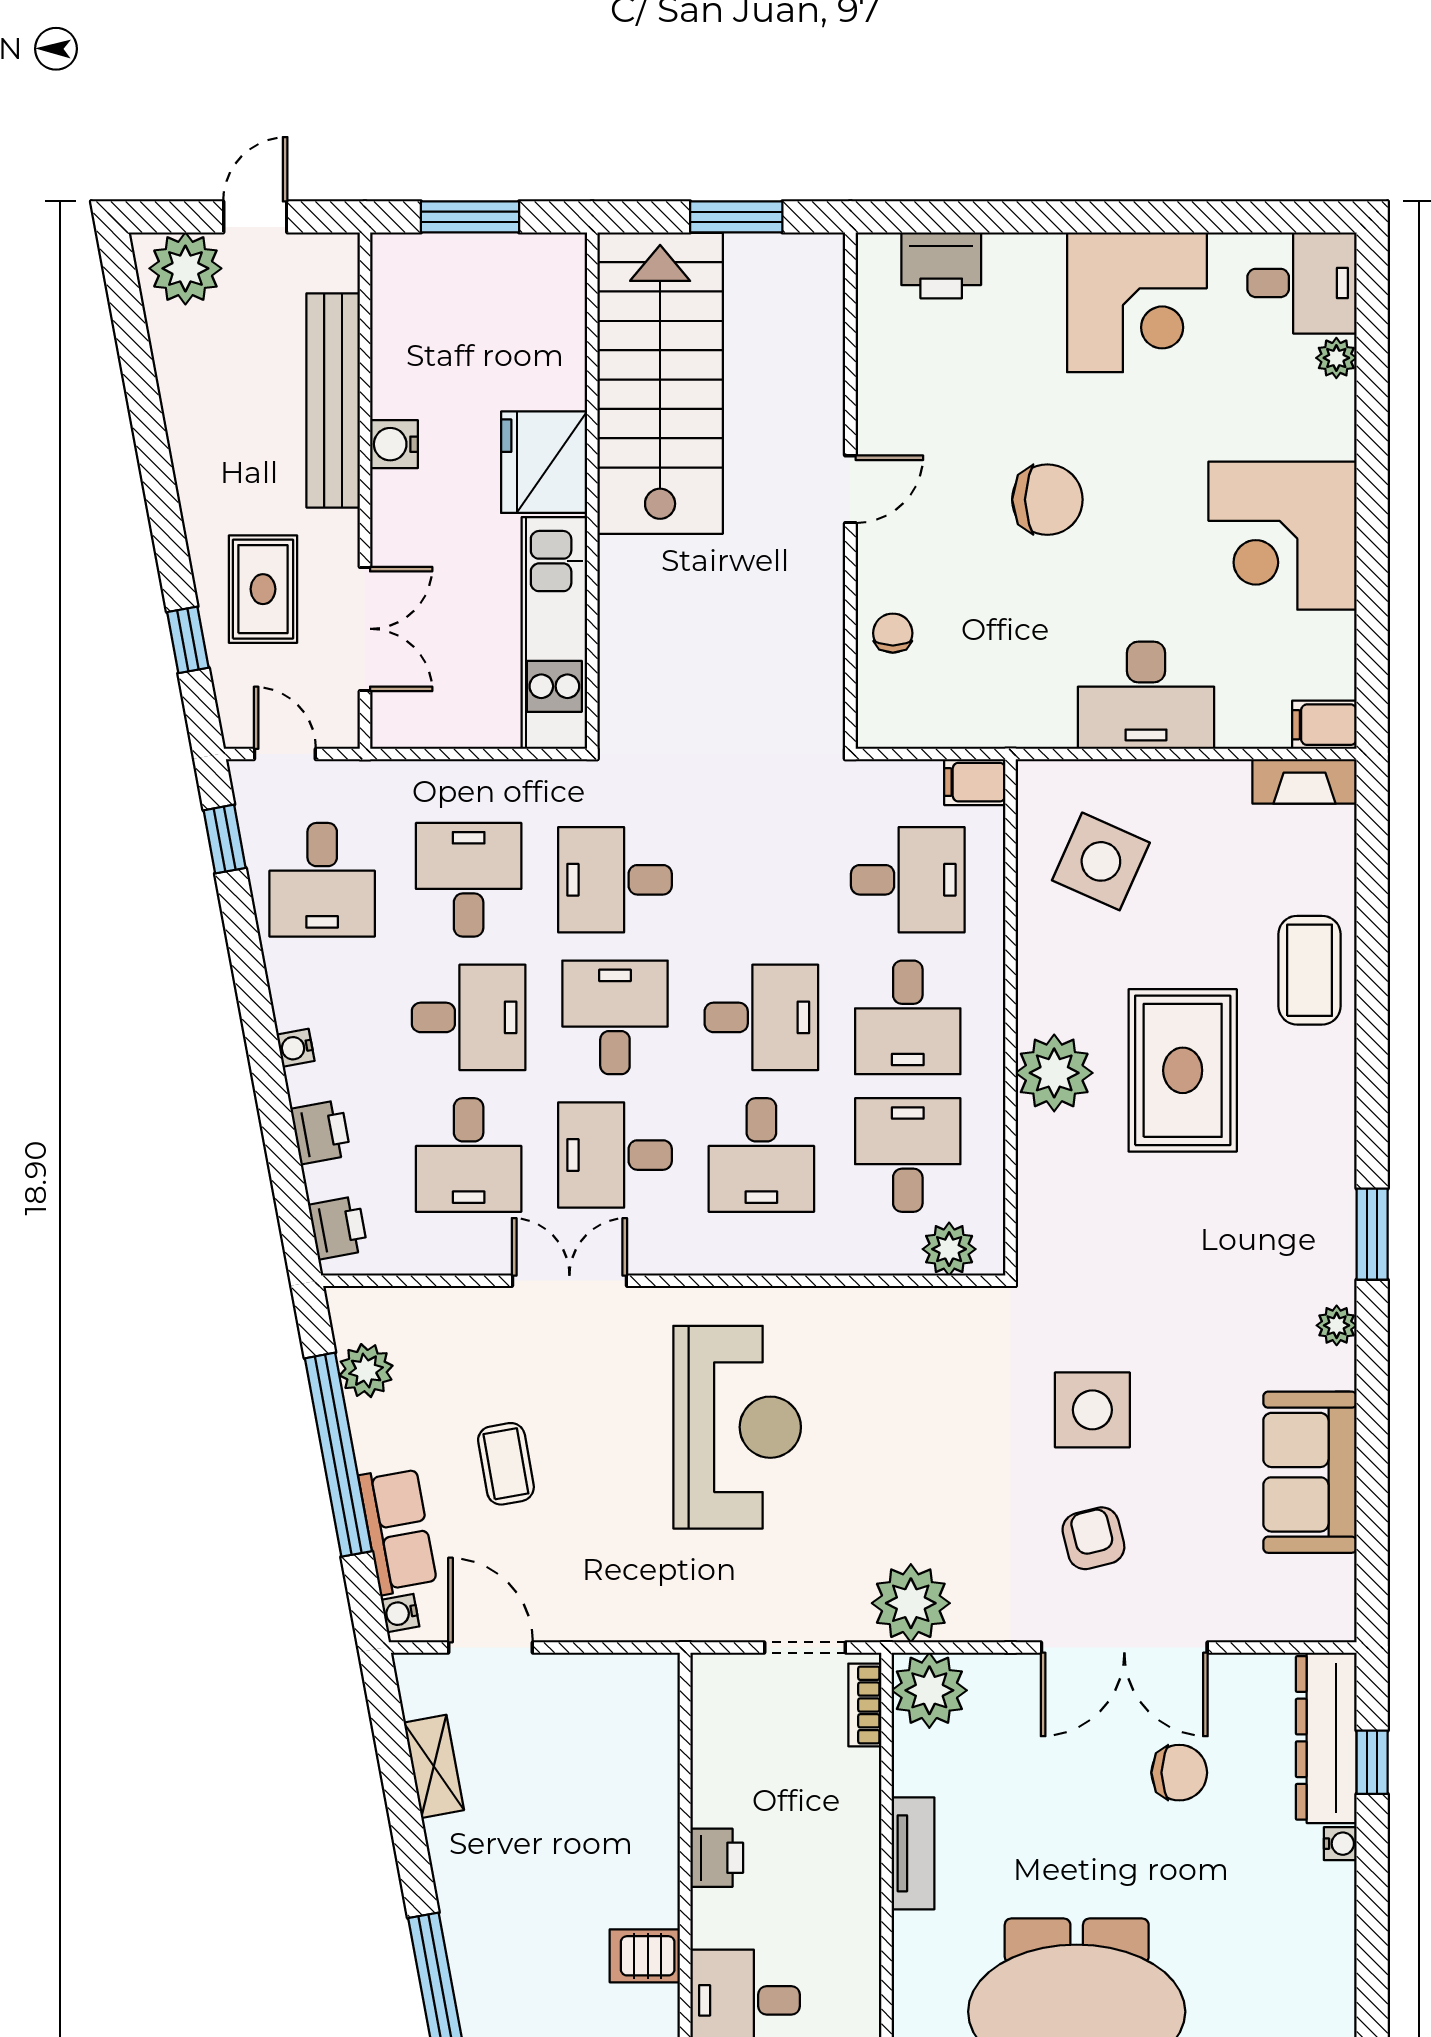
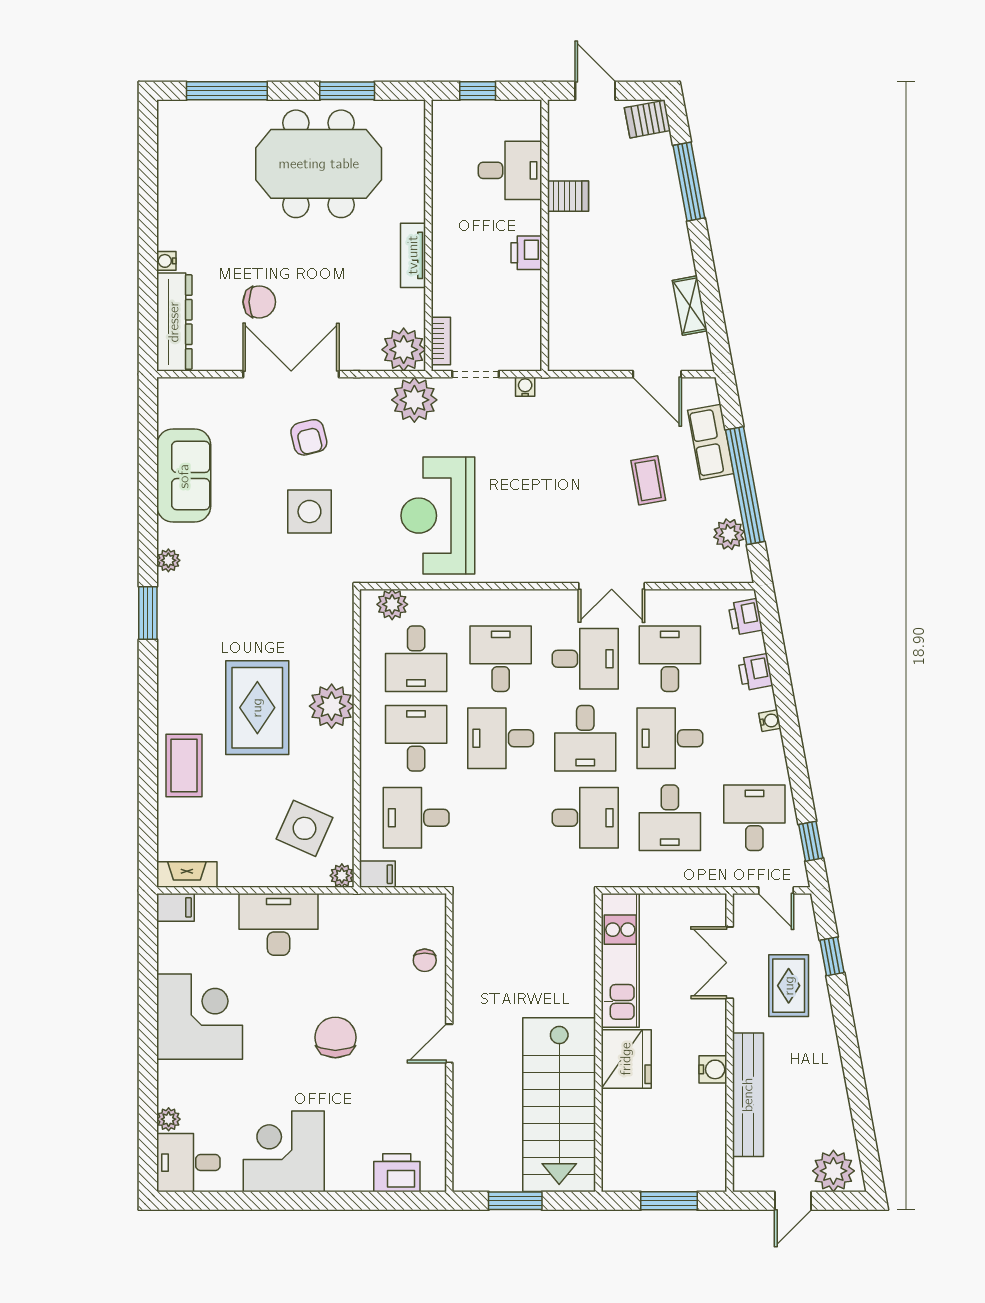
chair: (1047, 500) -> (335, 1037), turned 90
plant: (1036, 780) -> (342, 876), added
reception desk: (737, 1427) -> (438, 516), moved
water cooler: (400, 1613) -> (525, 387), moved, turned -80
window: (1372, 1762) -> (148, 308), removed
chair: (1179, 1773) -> (259, 302), turned 180

